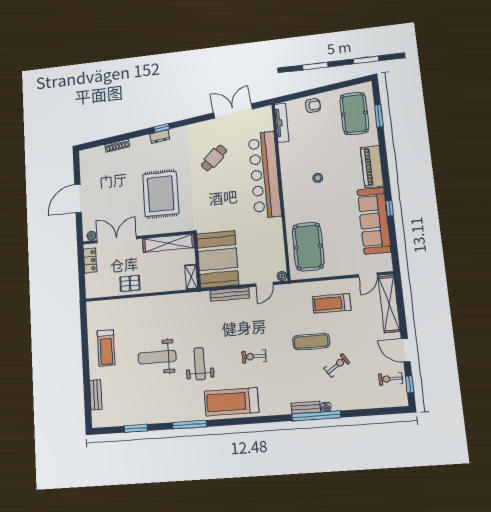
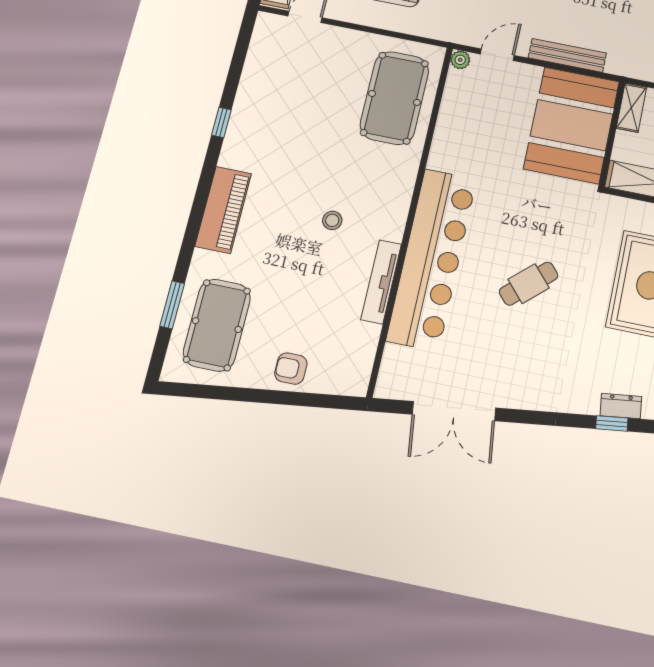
tv unit: (282, 123) -> (381, 282), moved
cafe table: (214, 158) -> (529, 284), moved
sofa: (374, 221) -> (258, 109), removed

